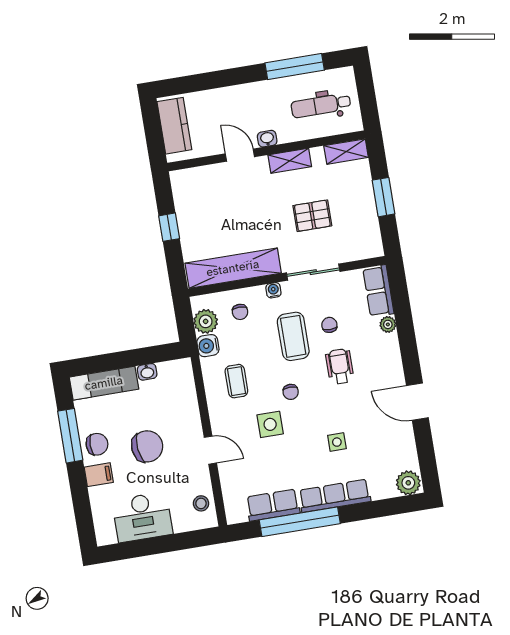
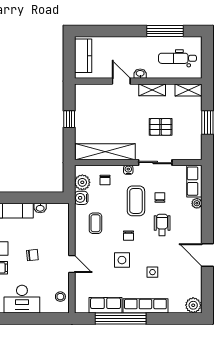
side table: (270, 424) -> (122, 260), moved
chair: (147, 446) -> (32, 255), width x0.54, depth x0.54

